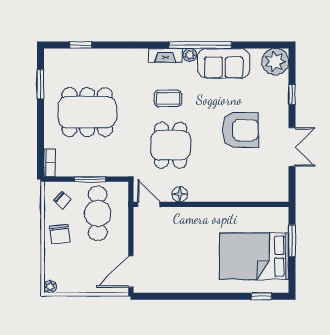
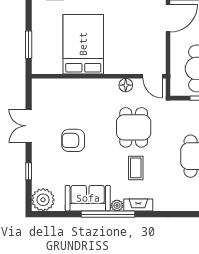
coffee table: (168, 98) -> (136, 168), turned 90
armchair: (241, 130) -> (73, 140), width x0.73, depth x0.73
bed: (254, 256) -> (83, 44), moved, turned -90

